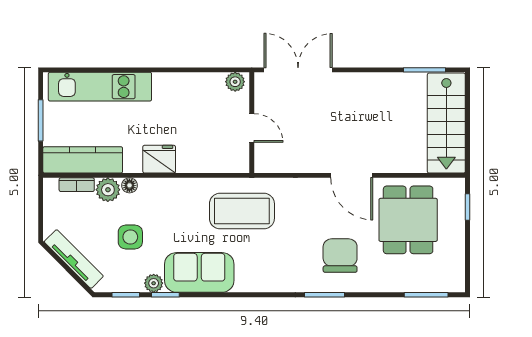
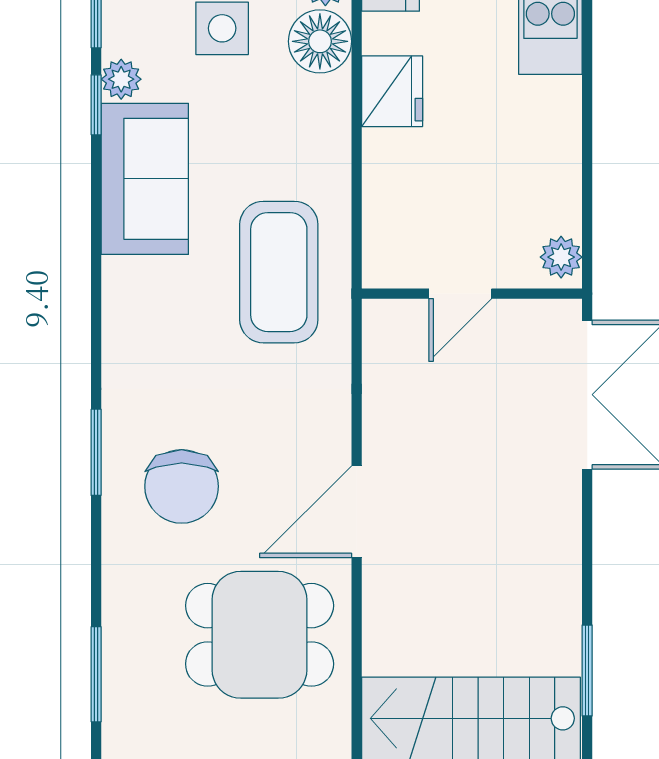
floor lamp: (129, 185) -> (320, 41), width x1.89, depth x1.89
chair: (340, 256) -> (182, 486), turned 90

